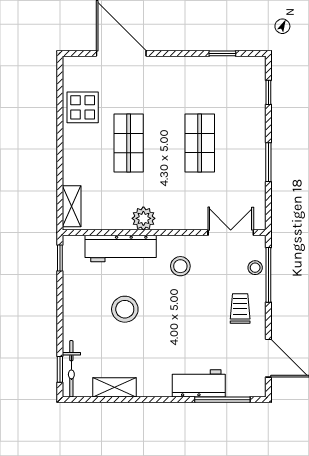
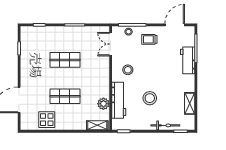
plant: (143, 218) -> (103, 104), moved
bicycle: (71, 369) -> (165, 125), moved

